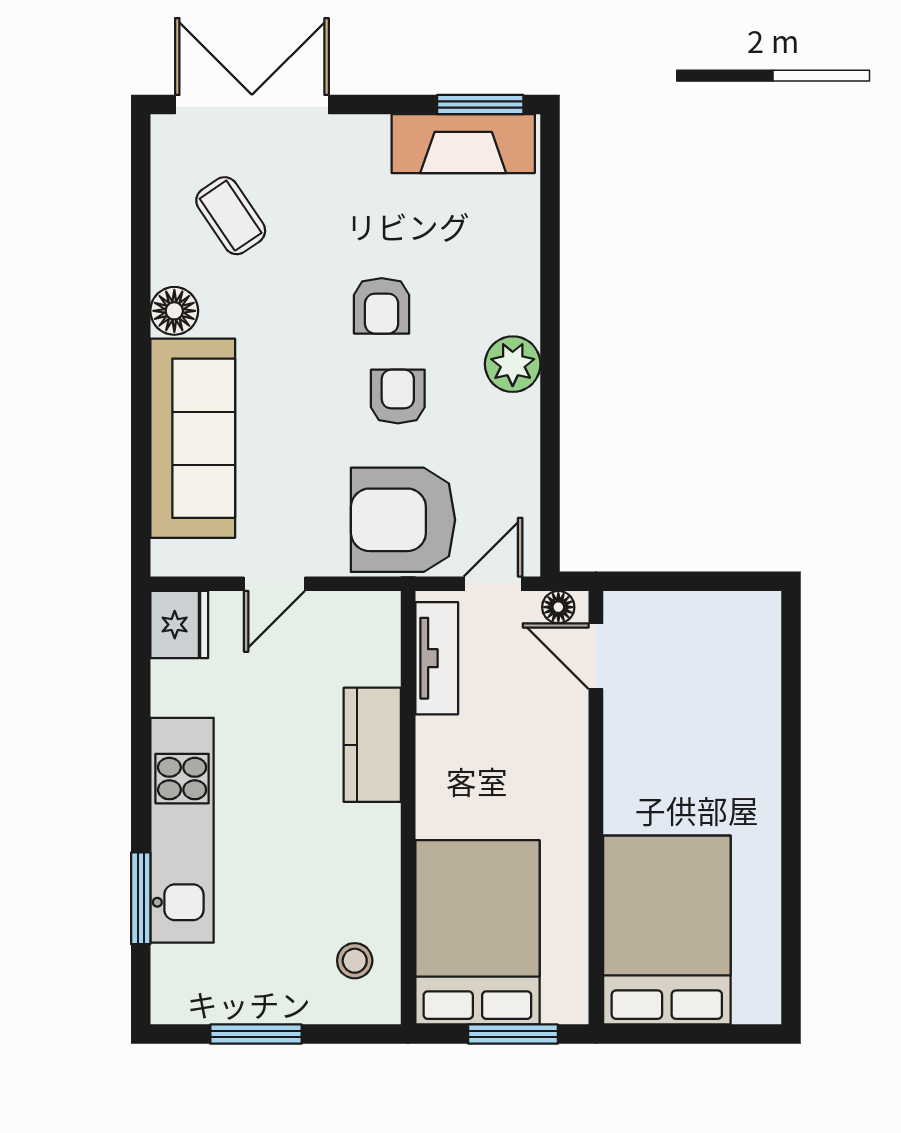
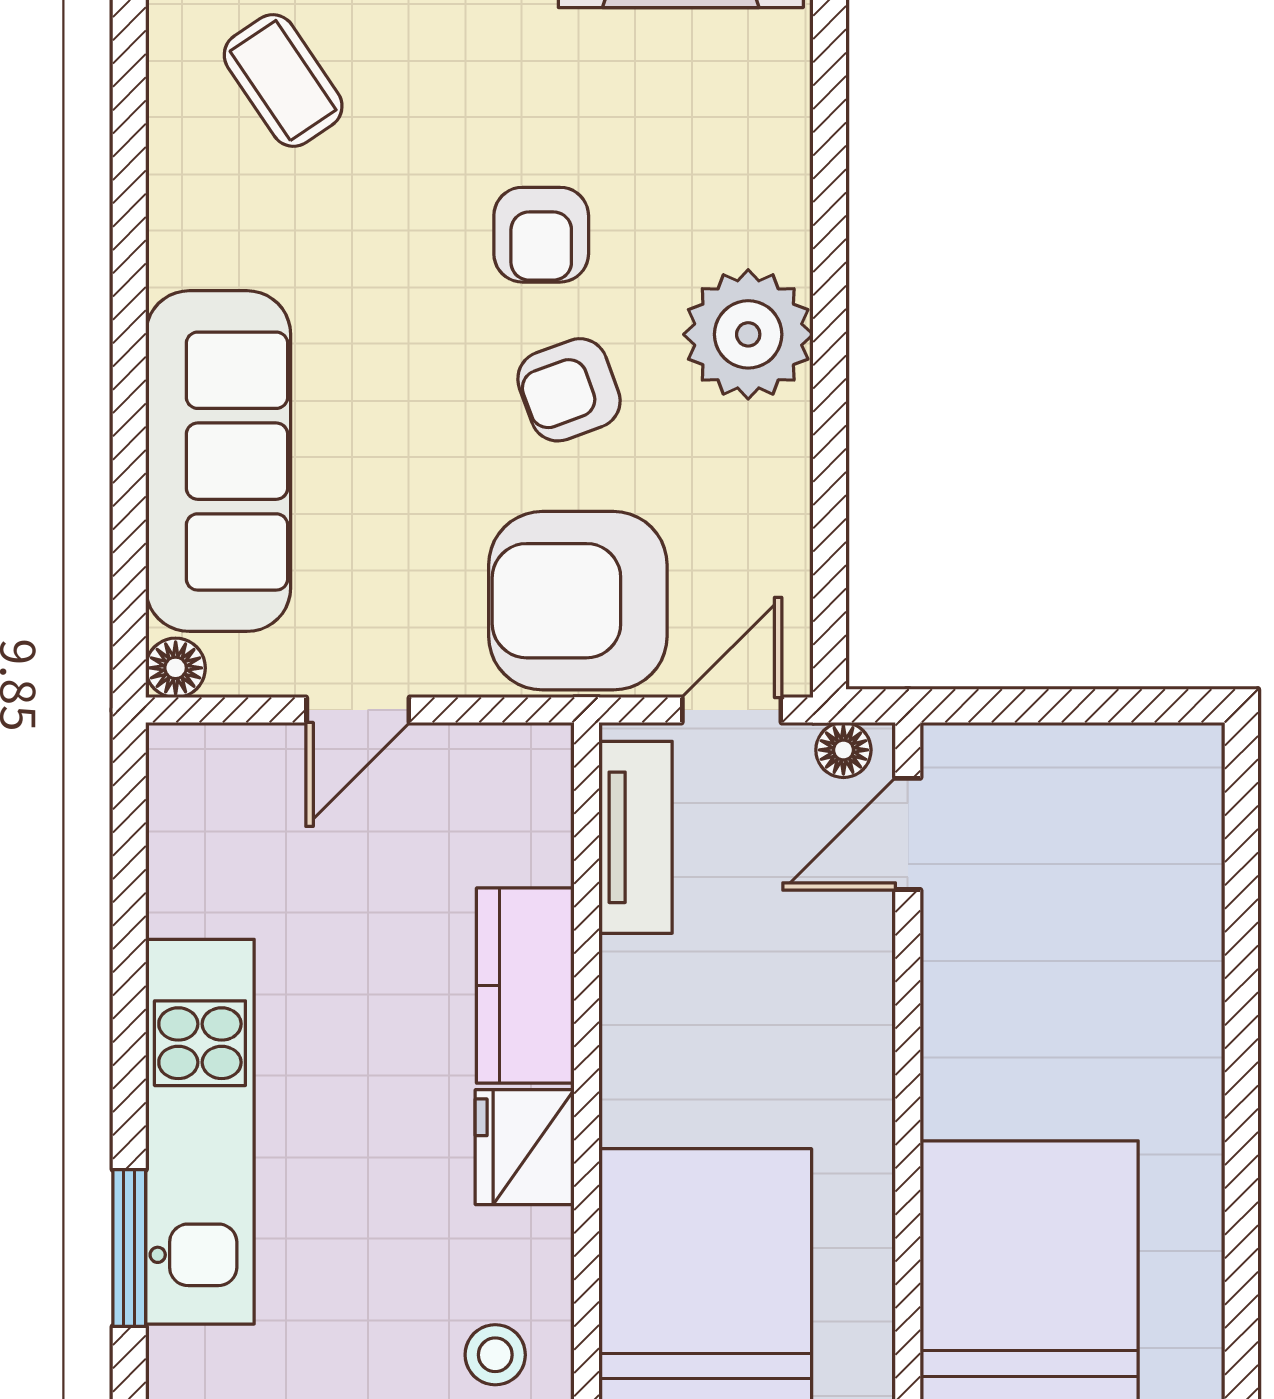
floor lamp: (174, 311) -> (176, 668), moved, width x0.73, depth x0.73
plant: (513, 364) -> (748, 334), width x1.36, depth x1.36
armchair: (398, 397) -> (569, 390), turned -110
fridge: (179, 625) -> (525, 1147), moved, turned 180
door: (596, 656) -> (908, 834), hinge flipped

